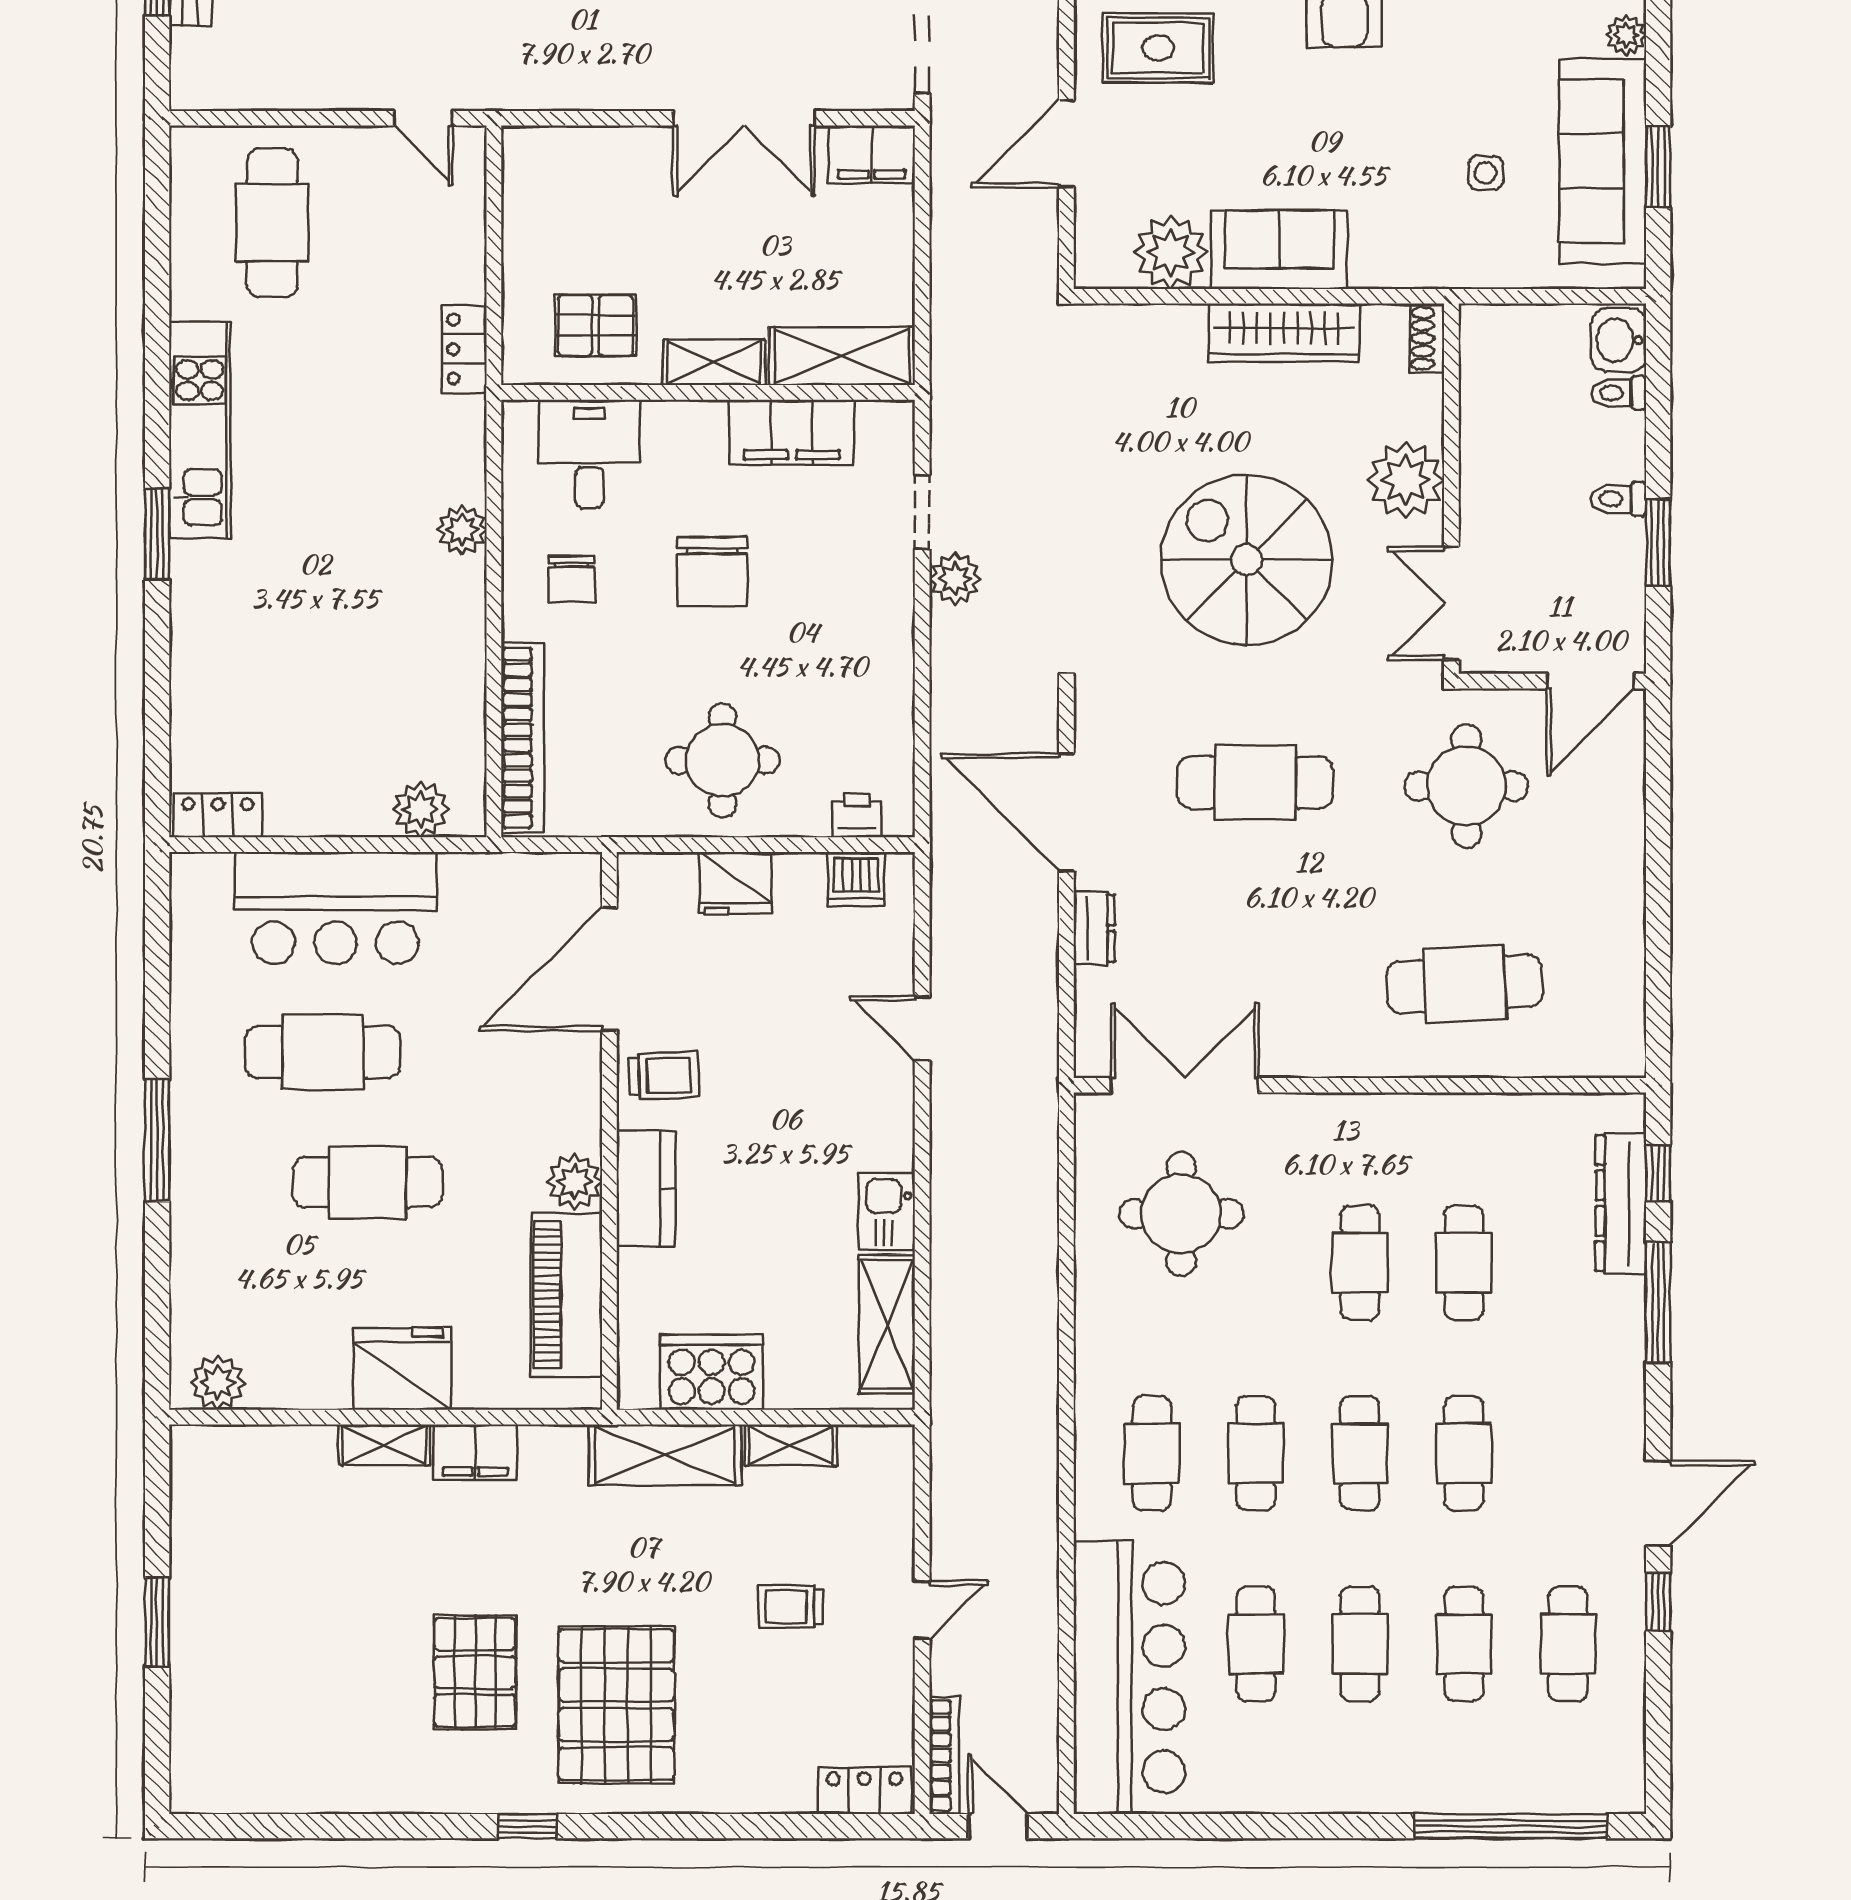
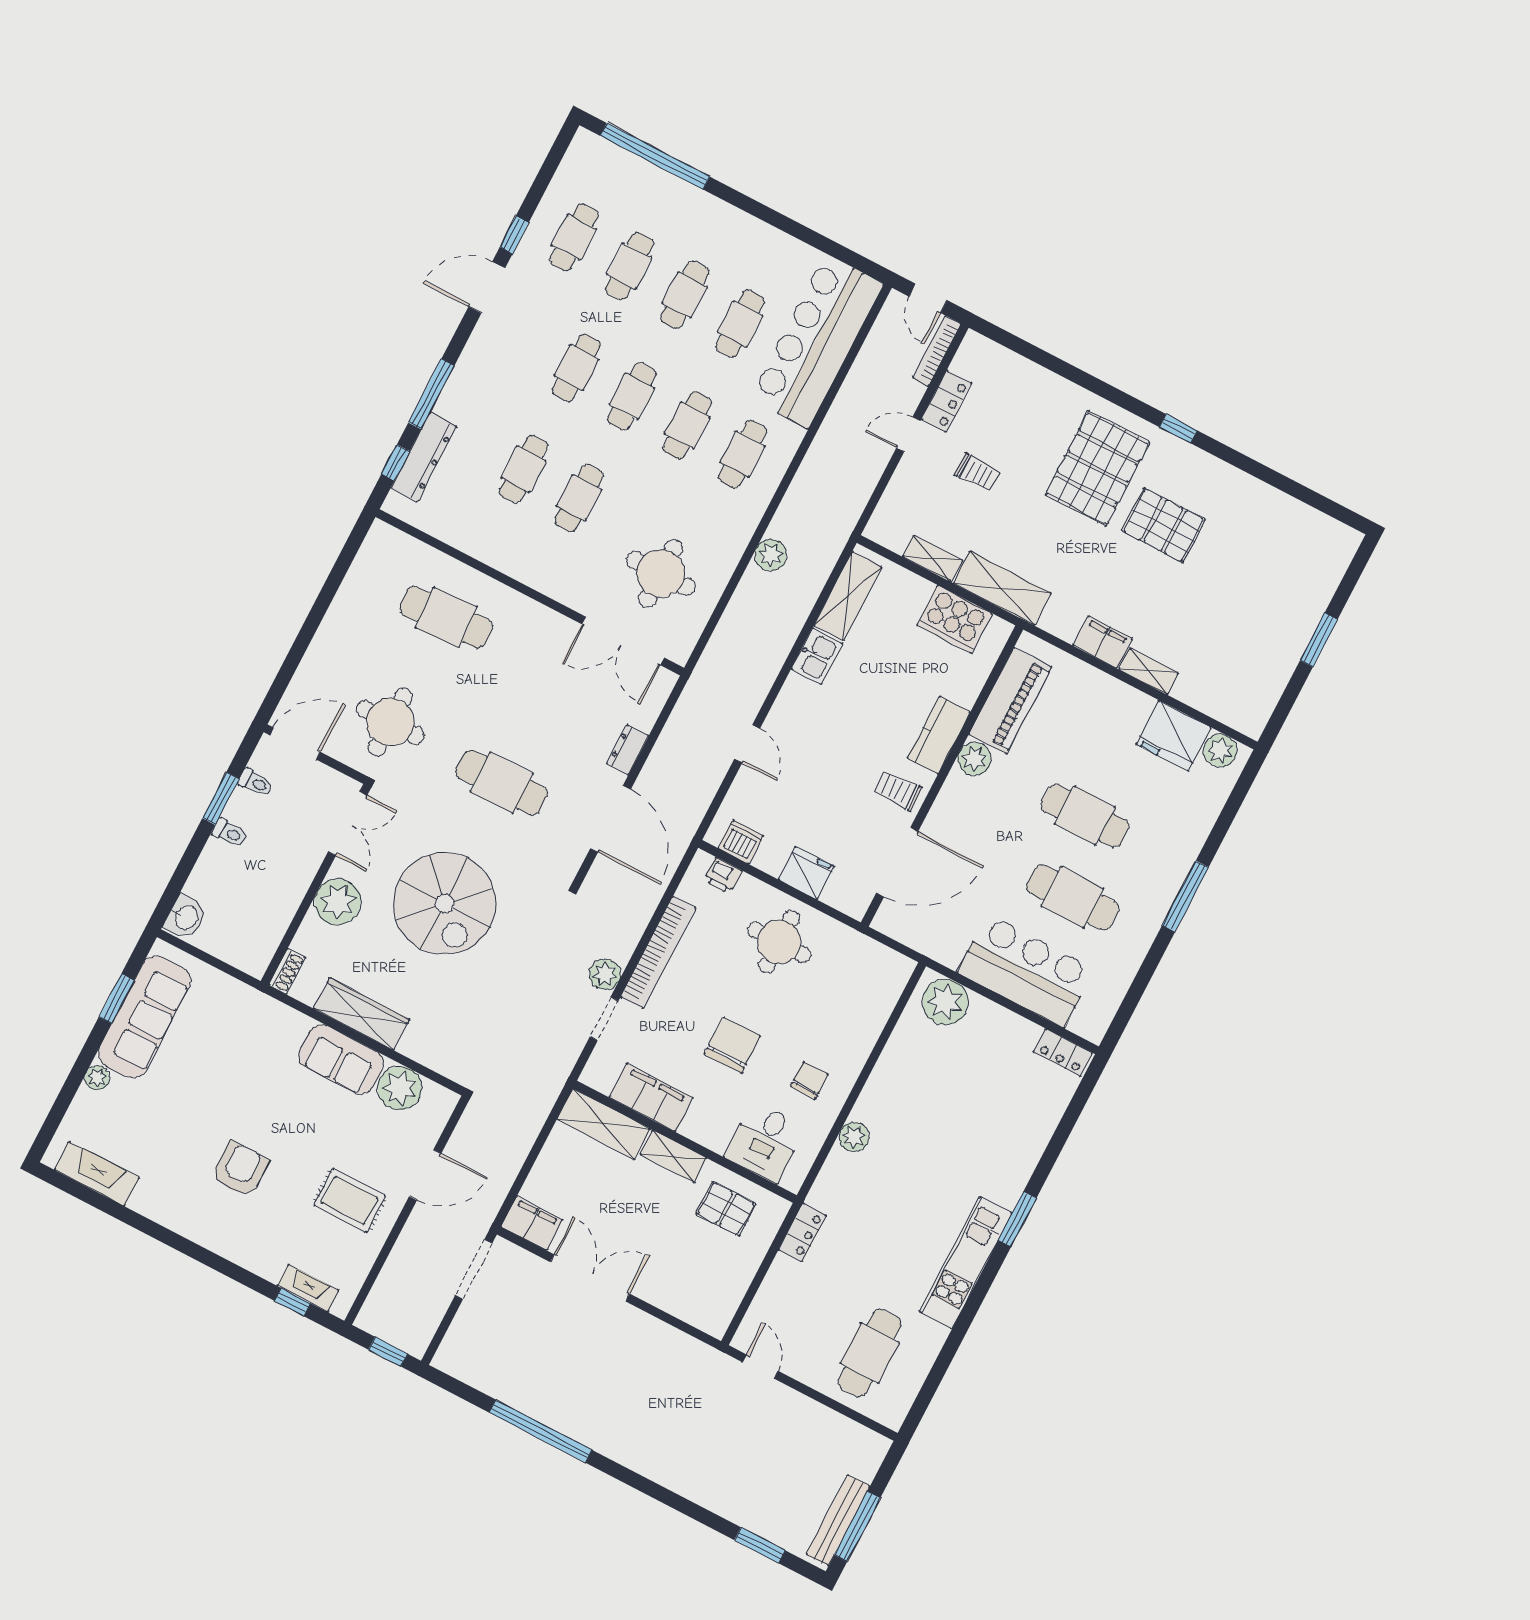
side table: (1486, 173) -> (210, 1043), removed
toilet: (1619, 393) -> (255, 783), moved
bookcase: (523, 738) -> (658, 952), moved, turned 180
plant: (420, 810) -> (945, 1002), width x1.36, depth x1.36
plant: (1033, 1326) -> (771, 555), added
fridge: (402, 1369) -> (1174, 736), moved
pallet: (475, 1672) -> (1164, 525), turned 90
locker: (864, 1791) -> (946, 401), moved, turned -90

